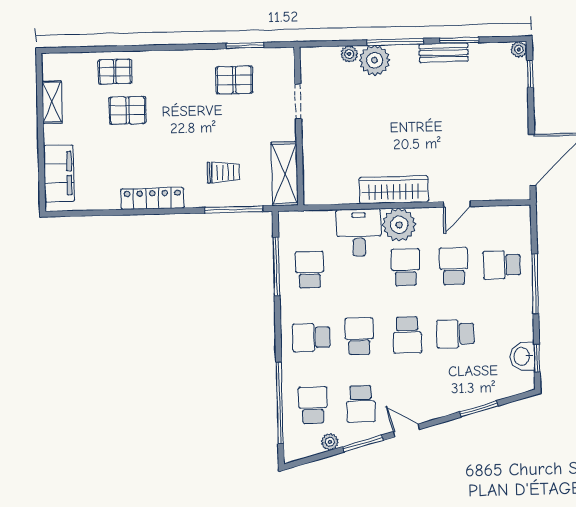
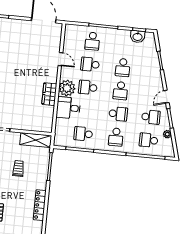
trolley: (223, 172) -> (18, 168), moved
wardrobe: (394, 190) -> (49, 94), width x0.67
school desk: (407, 335) -> (120, 91), turned 90
school desk: (359, 336) -> (118, 114), turned 180

